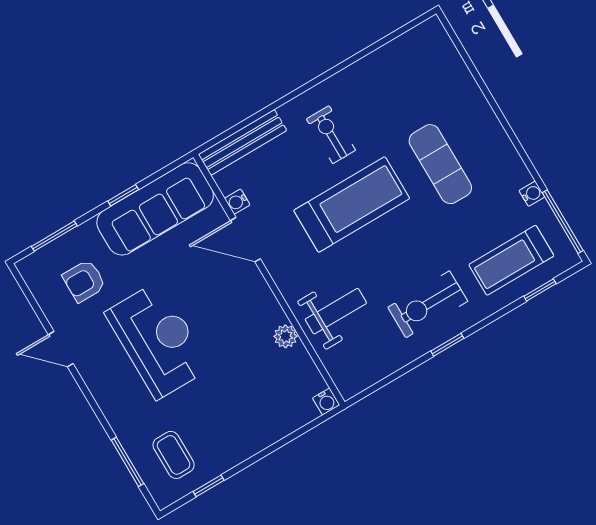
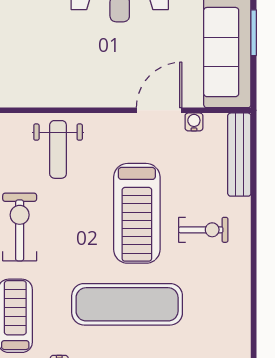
exercise mat: (440, 164) -> (127, 304), width x1.36, depth x1.45
window: (123, 195) -> (254, 33), width x1.50
plant: (285, 336) -> (62, 97), removed

